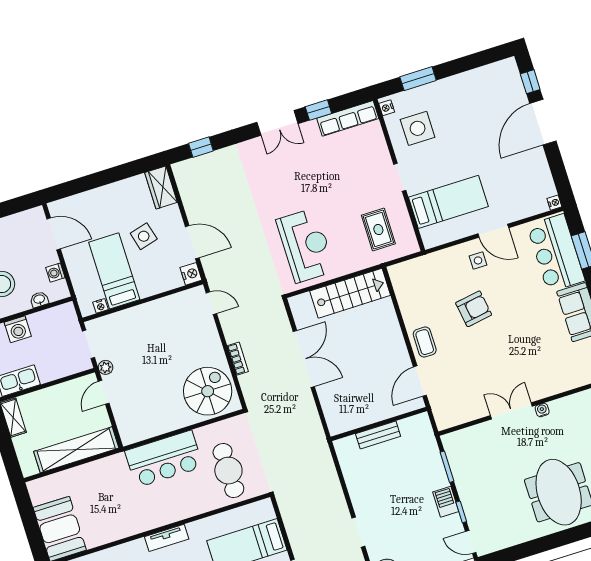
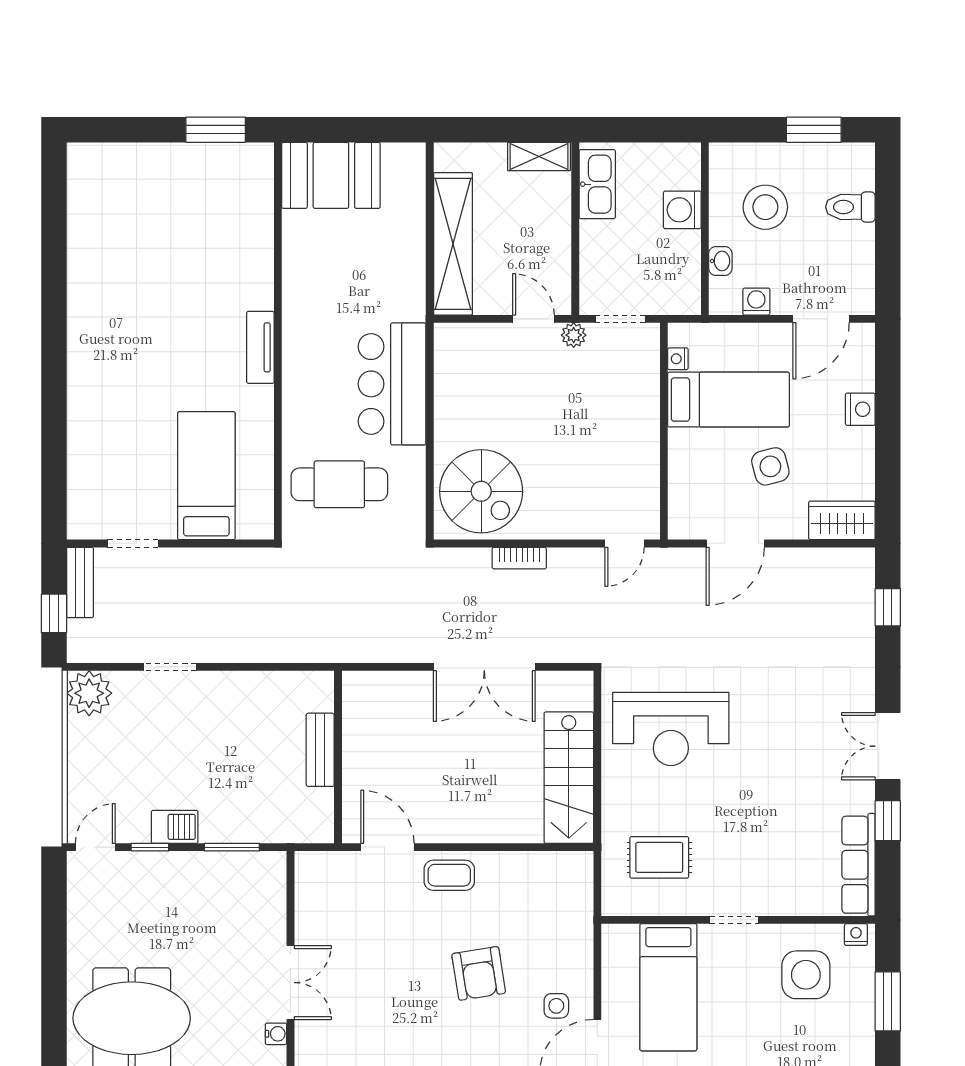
nightstand: (191, 274) -> (860, 409), moved, turned -90

